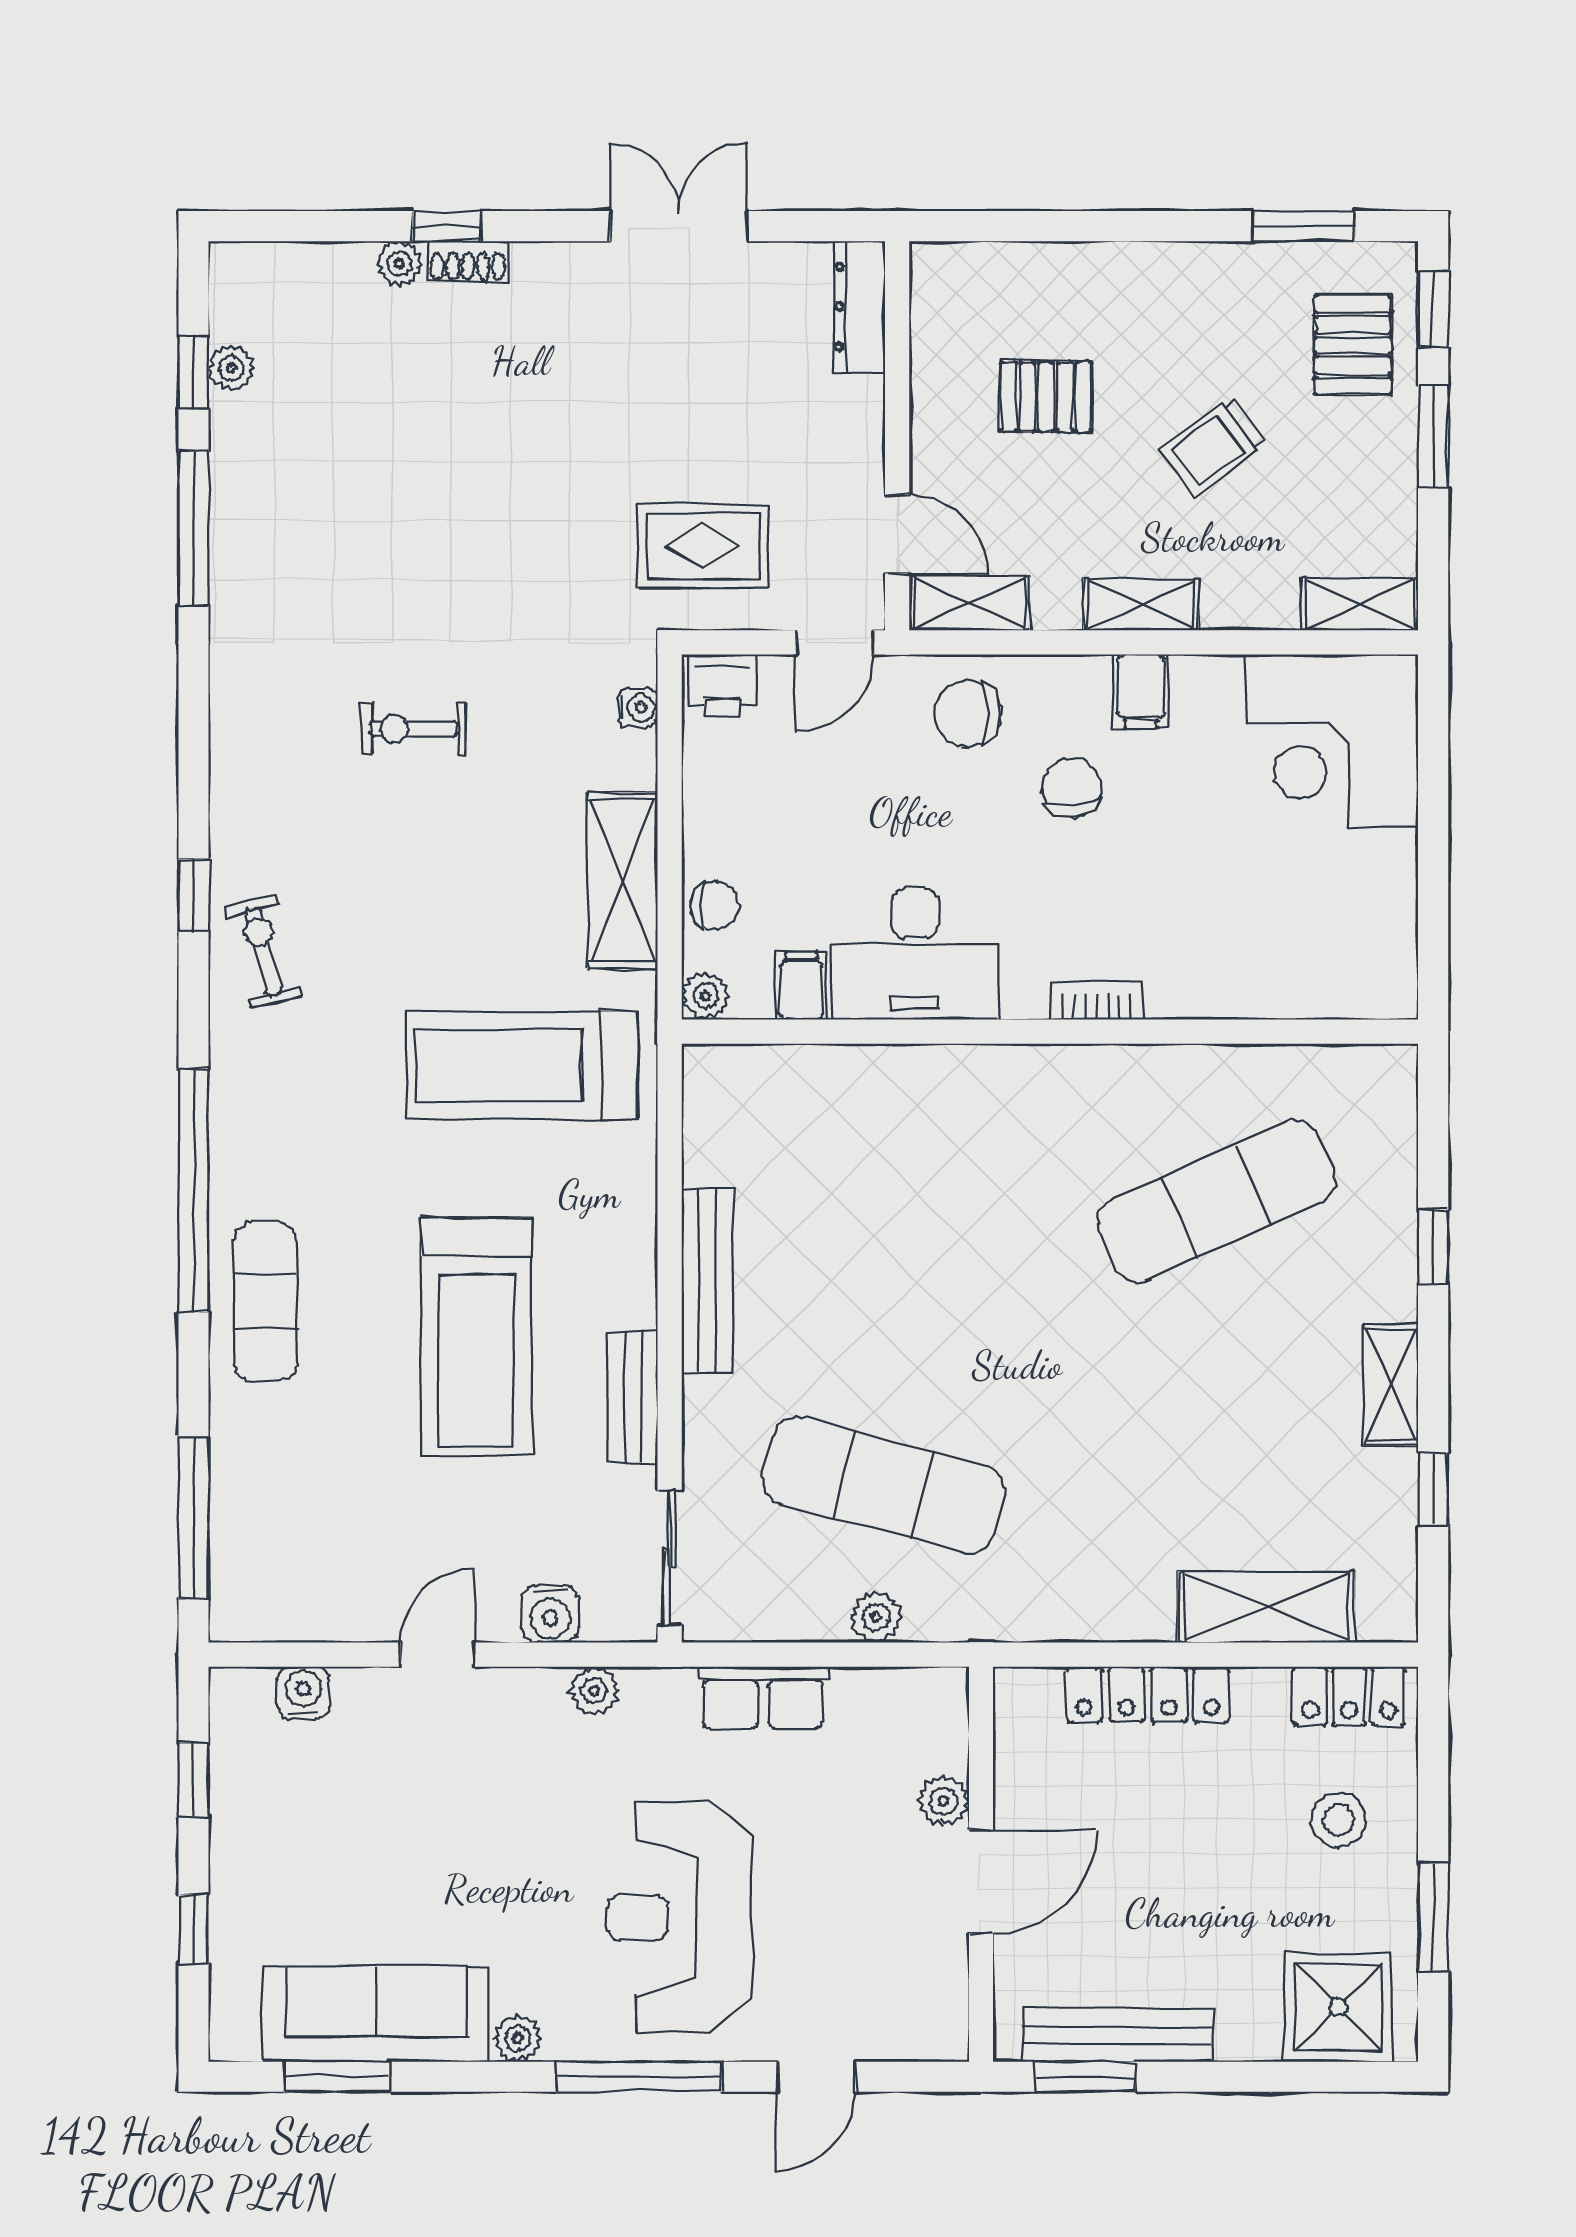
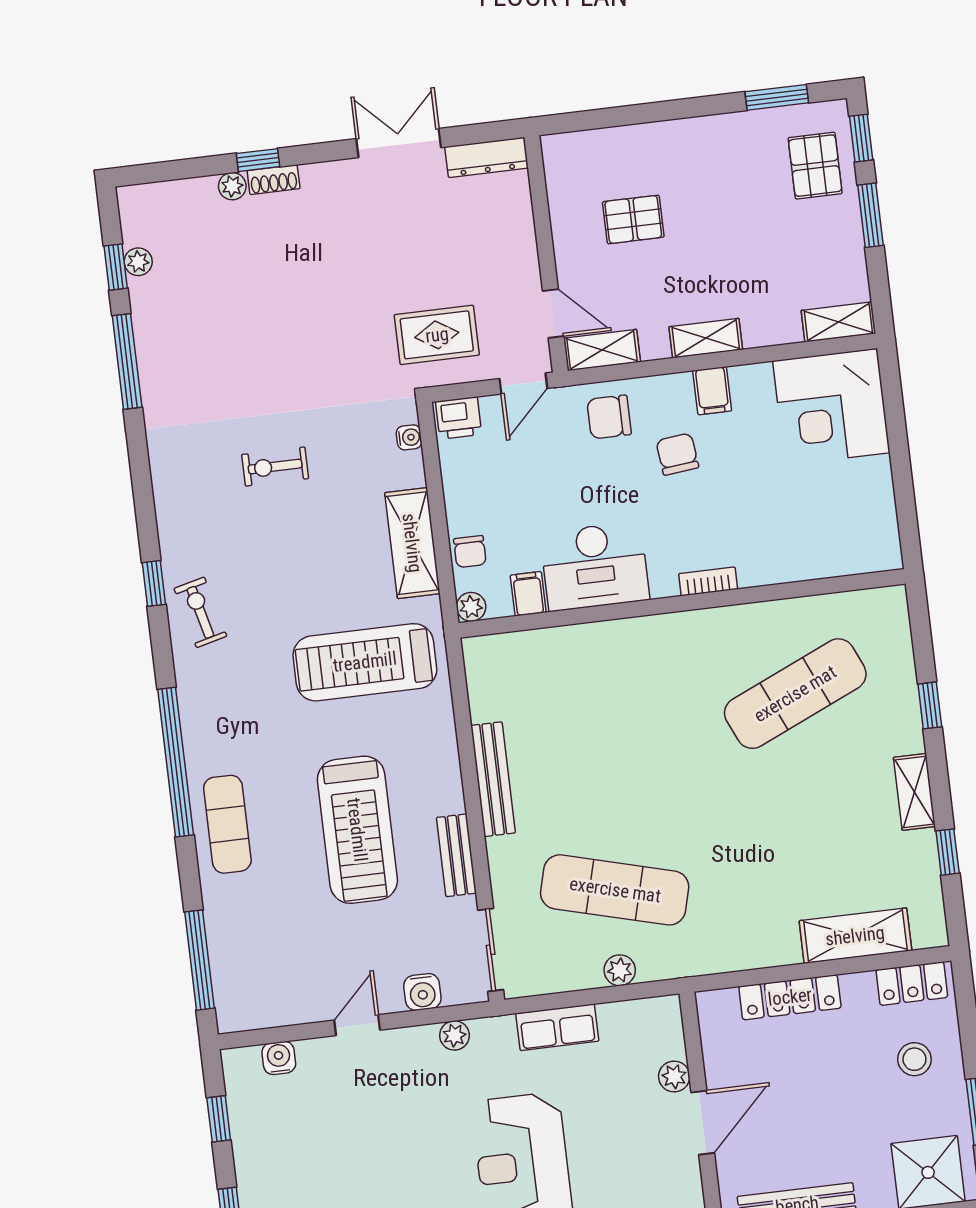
dresser: (860, 307) -> (486, 157), moved, turned -90
trolley: (1214, 447) -> (738, 237), removed
chair: (714, 906) -> (470, 552), turned 90

